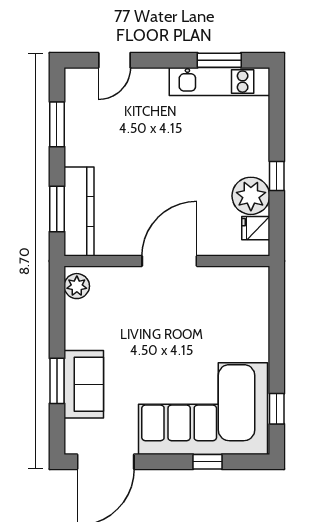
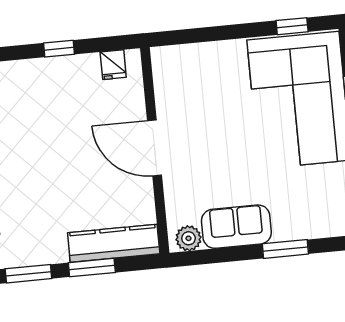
plant: (251, 196) -> (81, 73), removed
window: (57, 209) -> (92, 268), moved
sofa: (84, 384) -> (236, 227), moved

